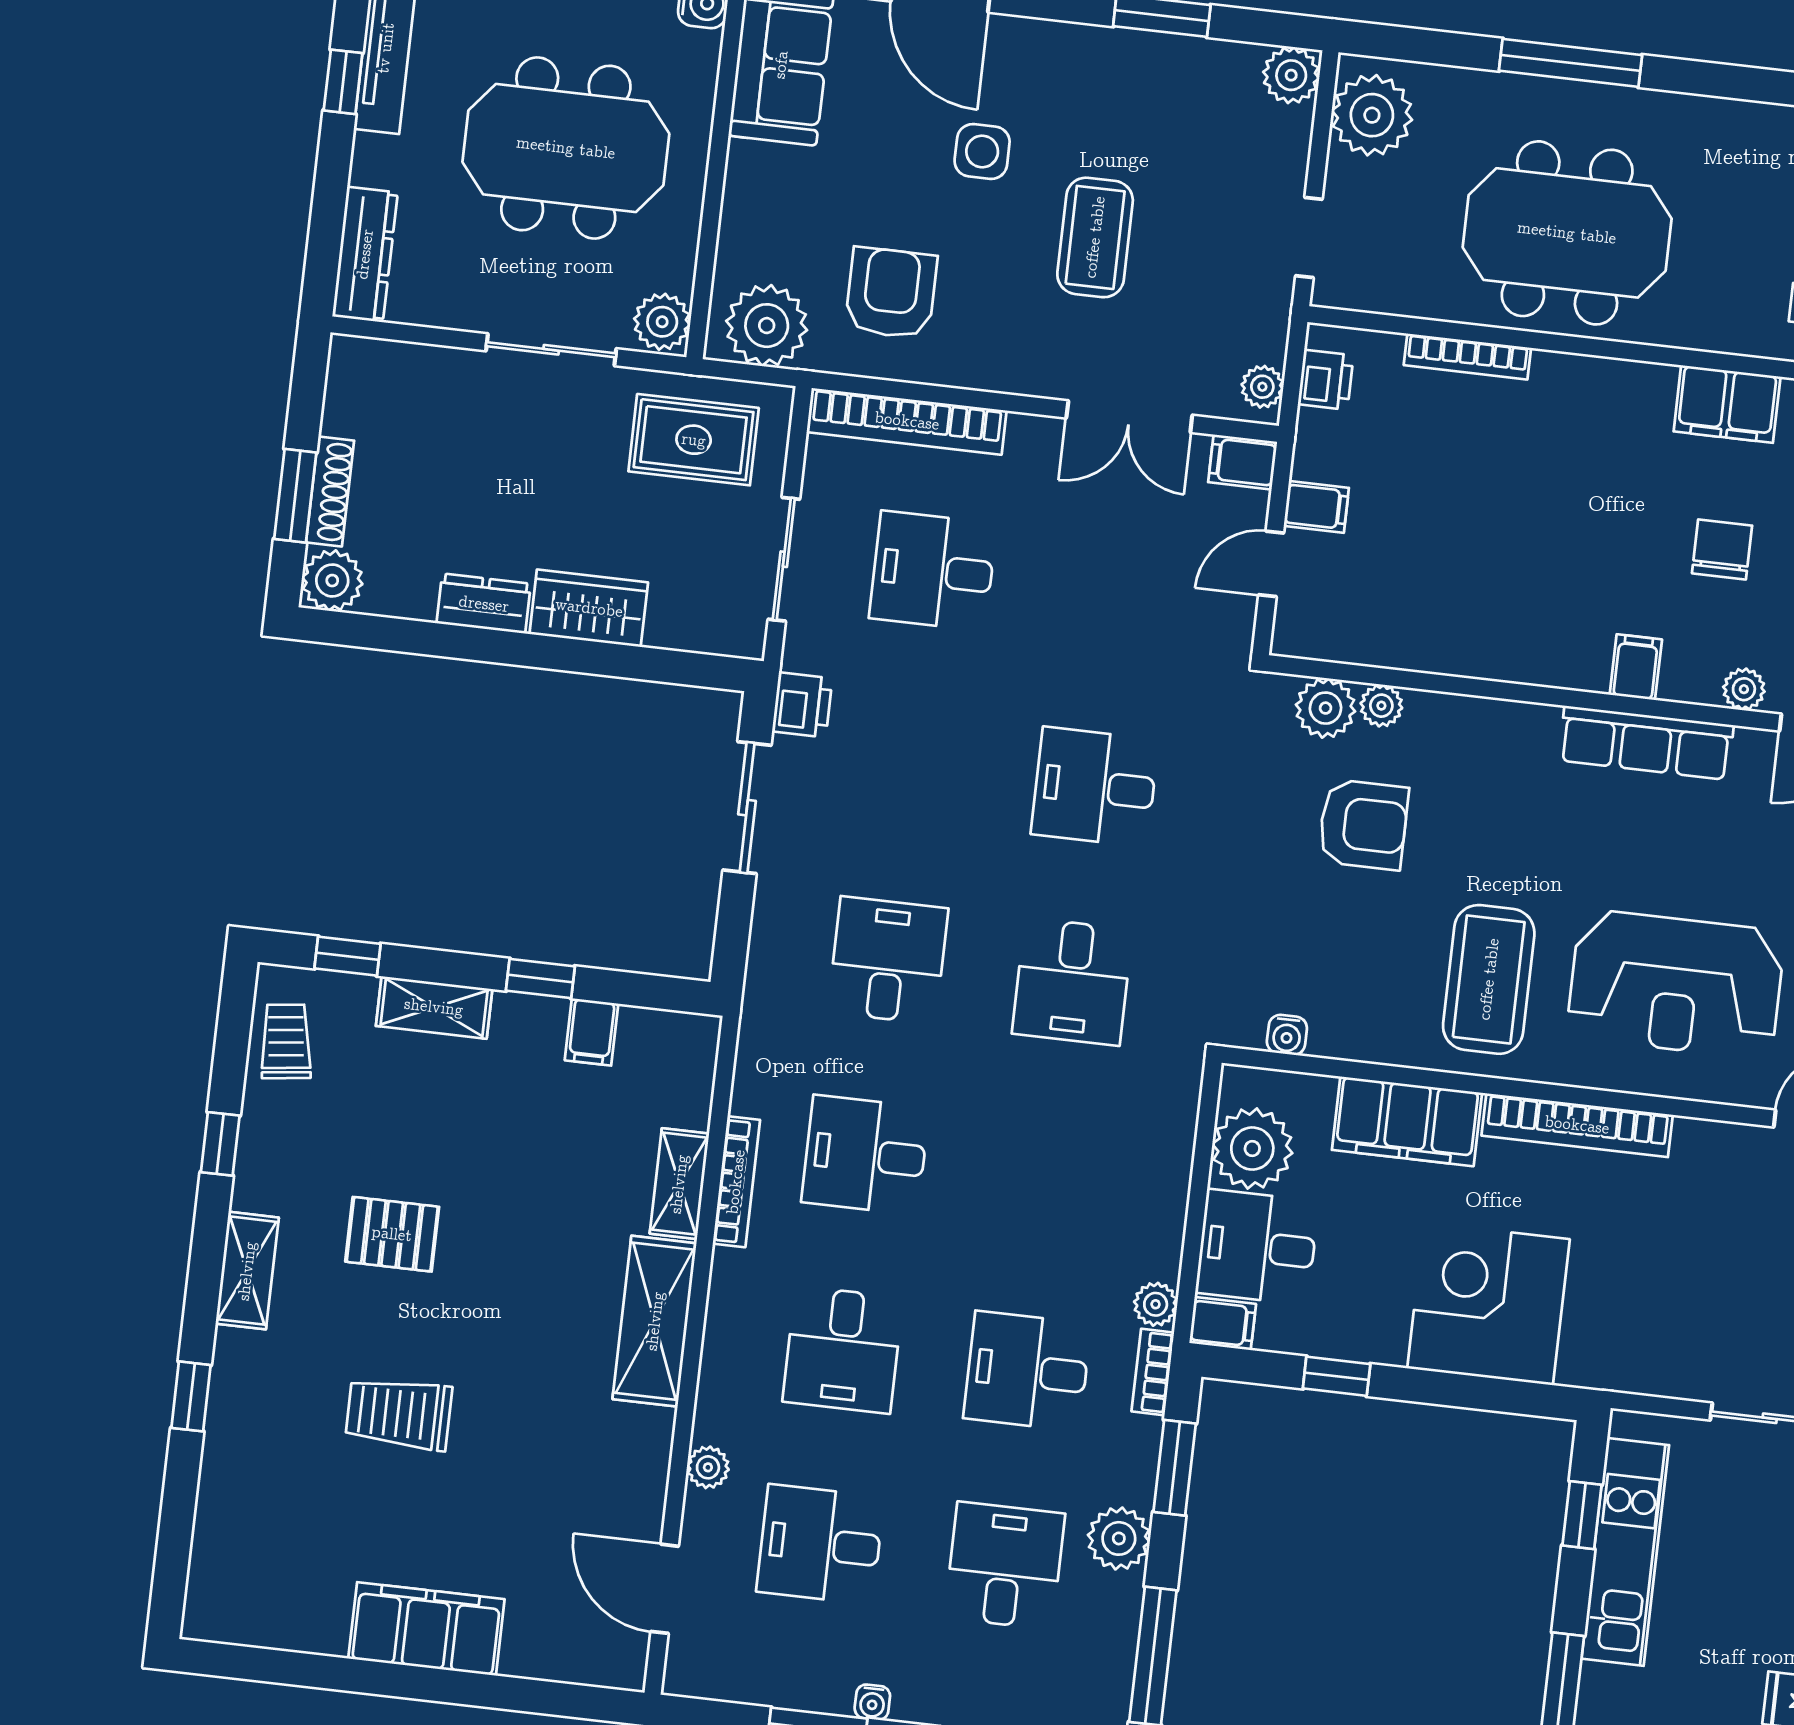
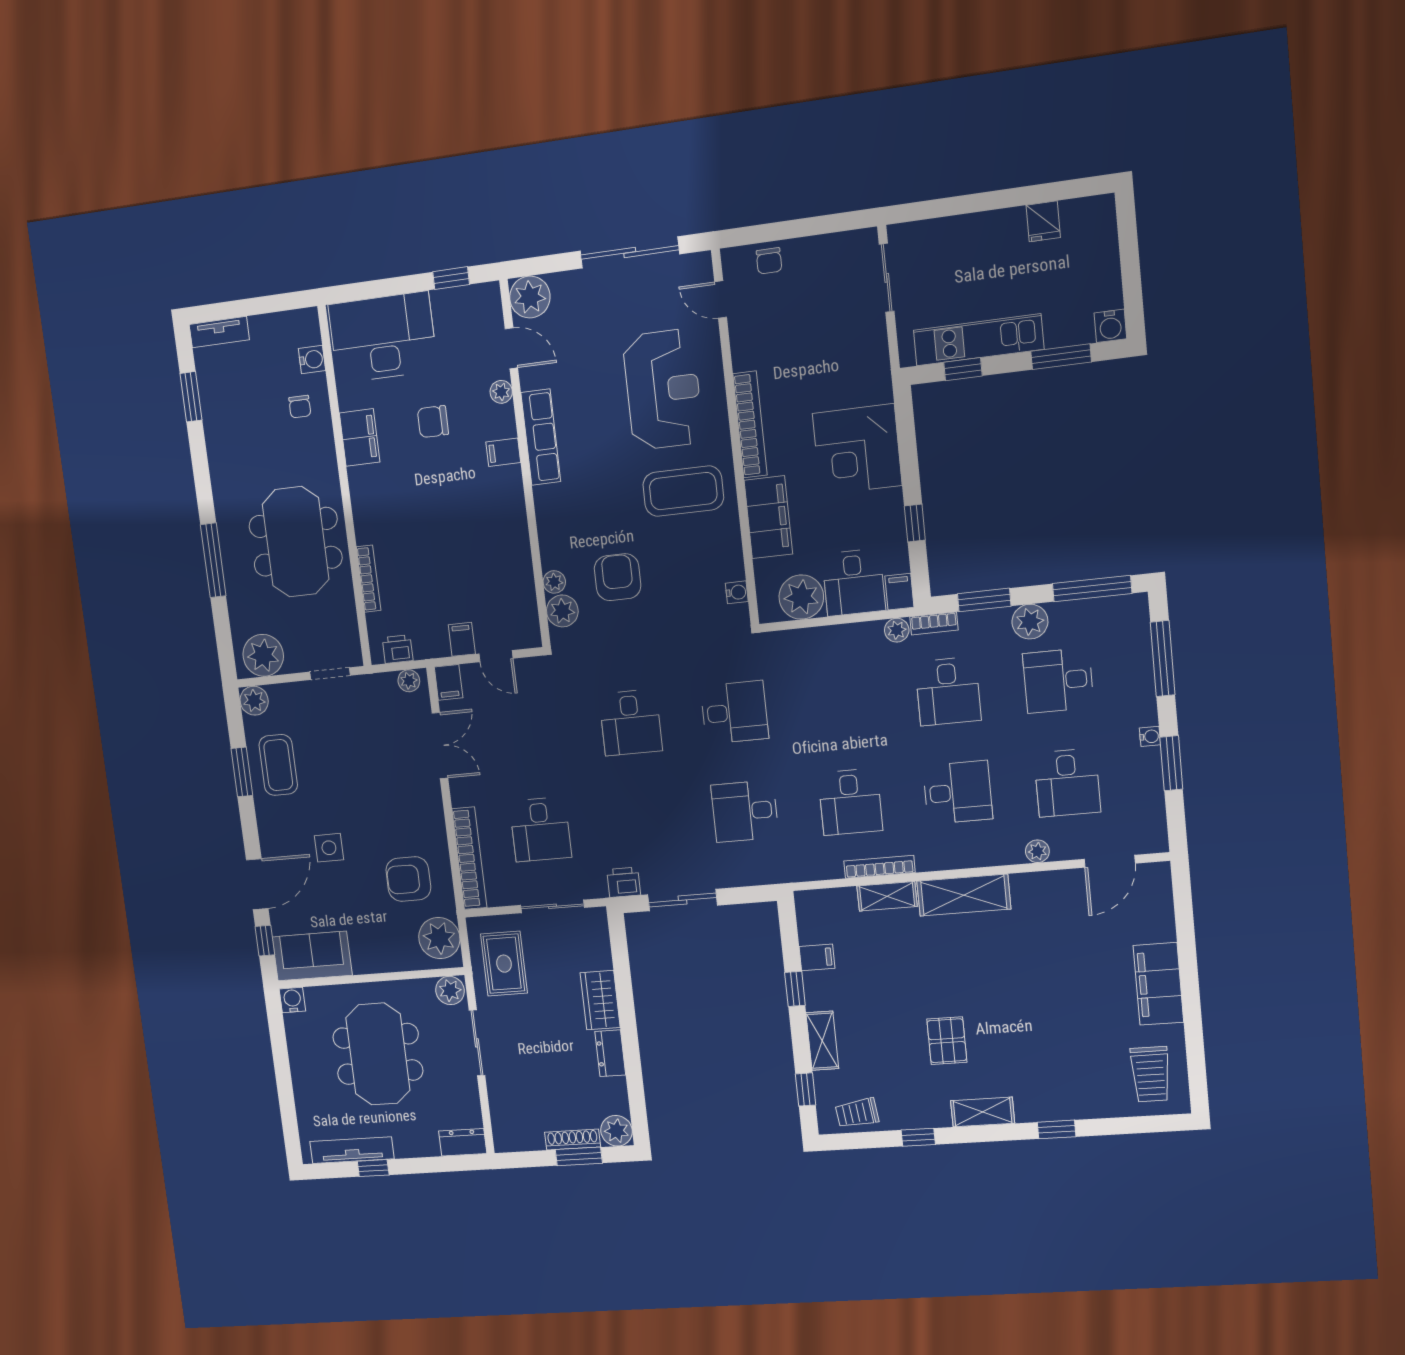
coffee table: (1095, 237) -> (278, 765), moved, turned 90
dresser: (365, 254) -> (463, 1142), width x0.70
trolley: (399, 1414) -> (1151, 1074), moved

